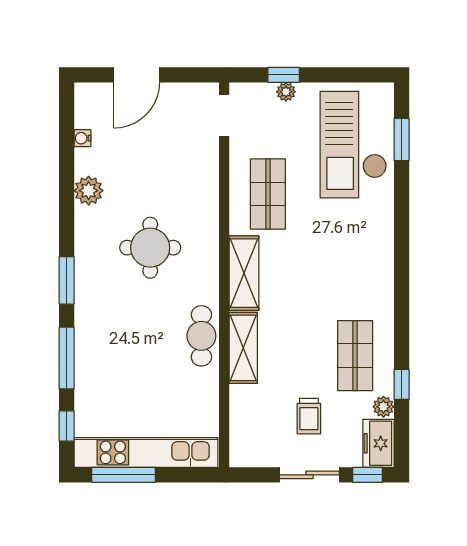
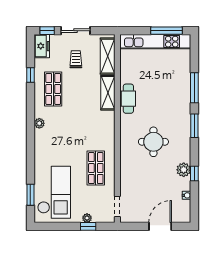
shelving: (244, 273) -> (108, 56), moved
plant: (383, 407) -> (39, 123), moved
window: (67, 426) -> (194, 173), moved

